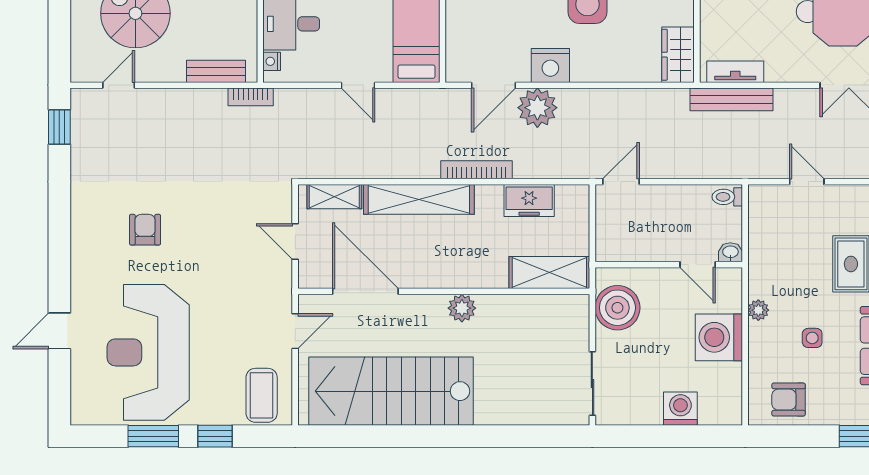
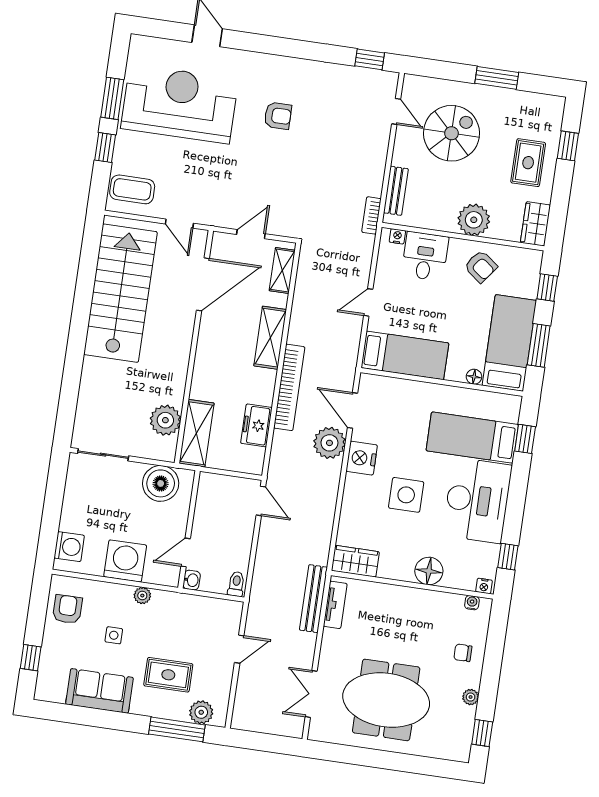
bookcase: (477, 170) -> (289, 387), width x1.48, depth x1.31
shelving: (419, 199) -> (270, 338), width x0.68
plant: (462, 308) -> (165, 420), moved, width x1.36, depth x1.36
washing machine: (680, 409) -> (69, 547), moved

